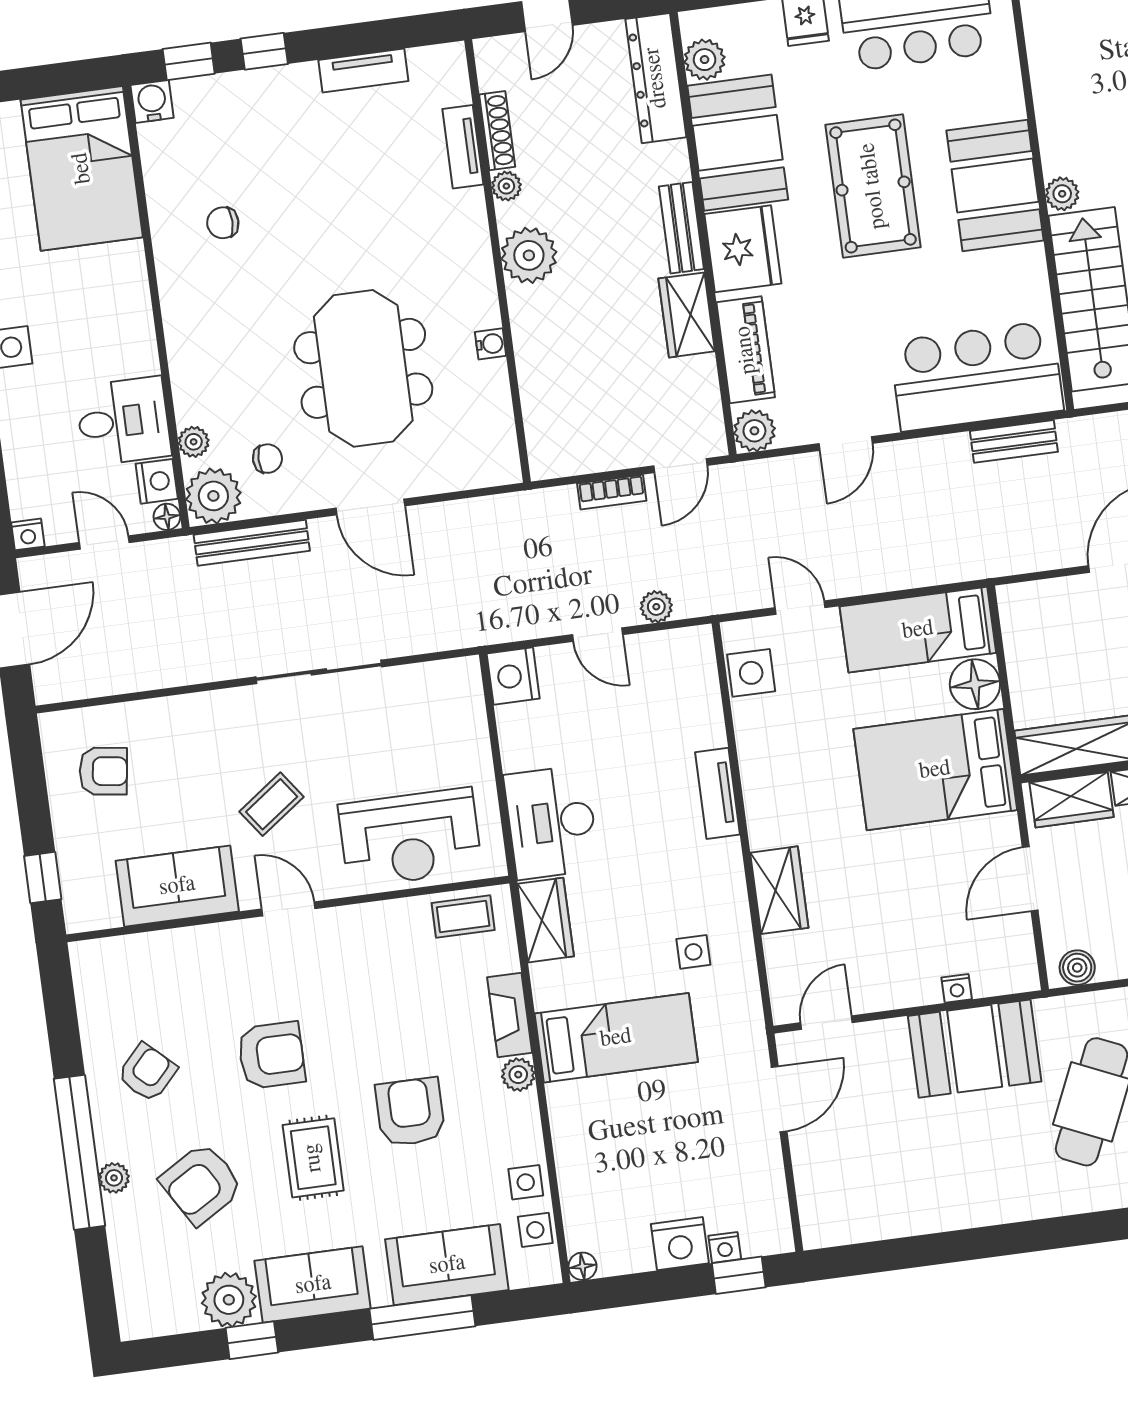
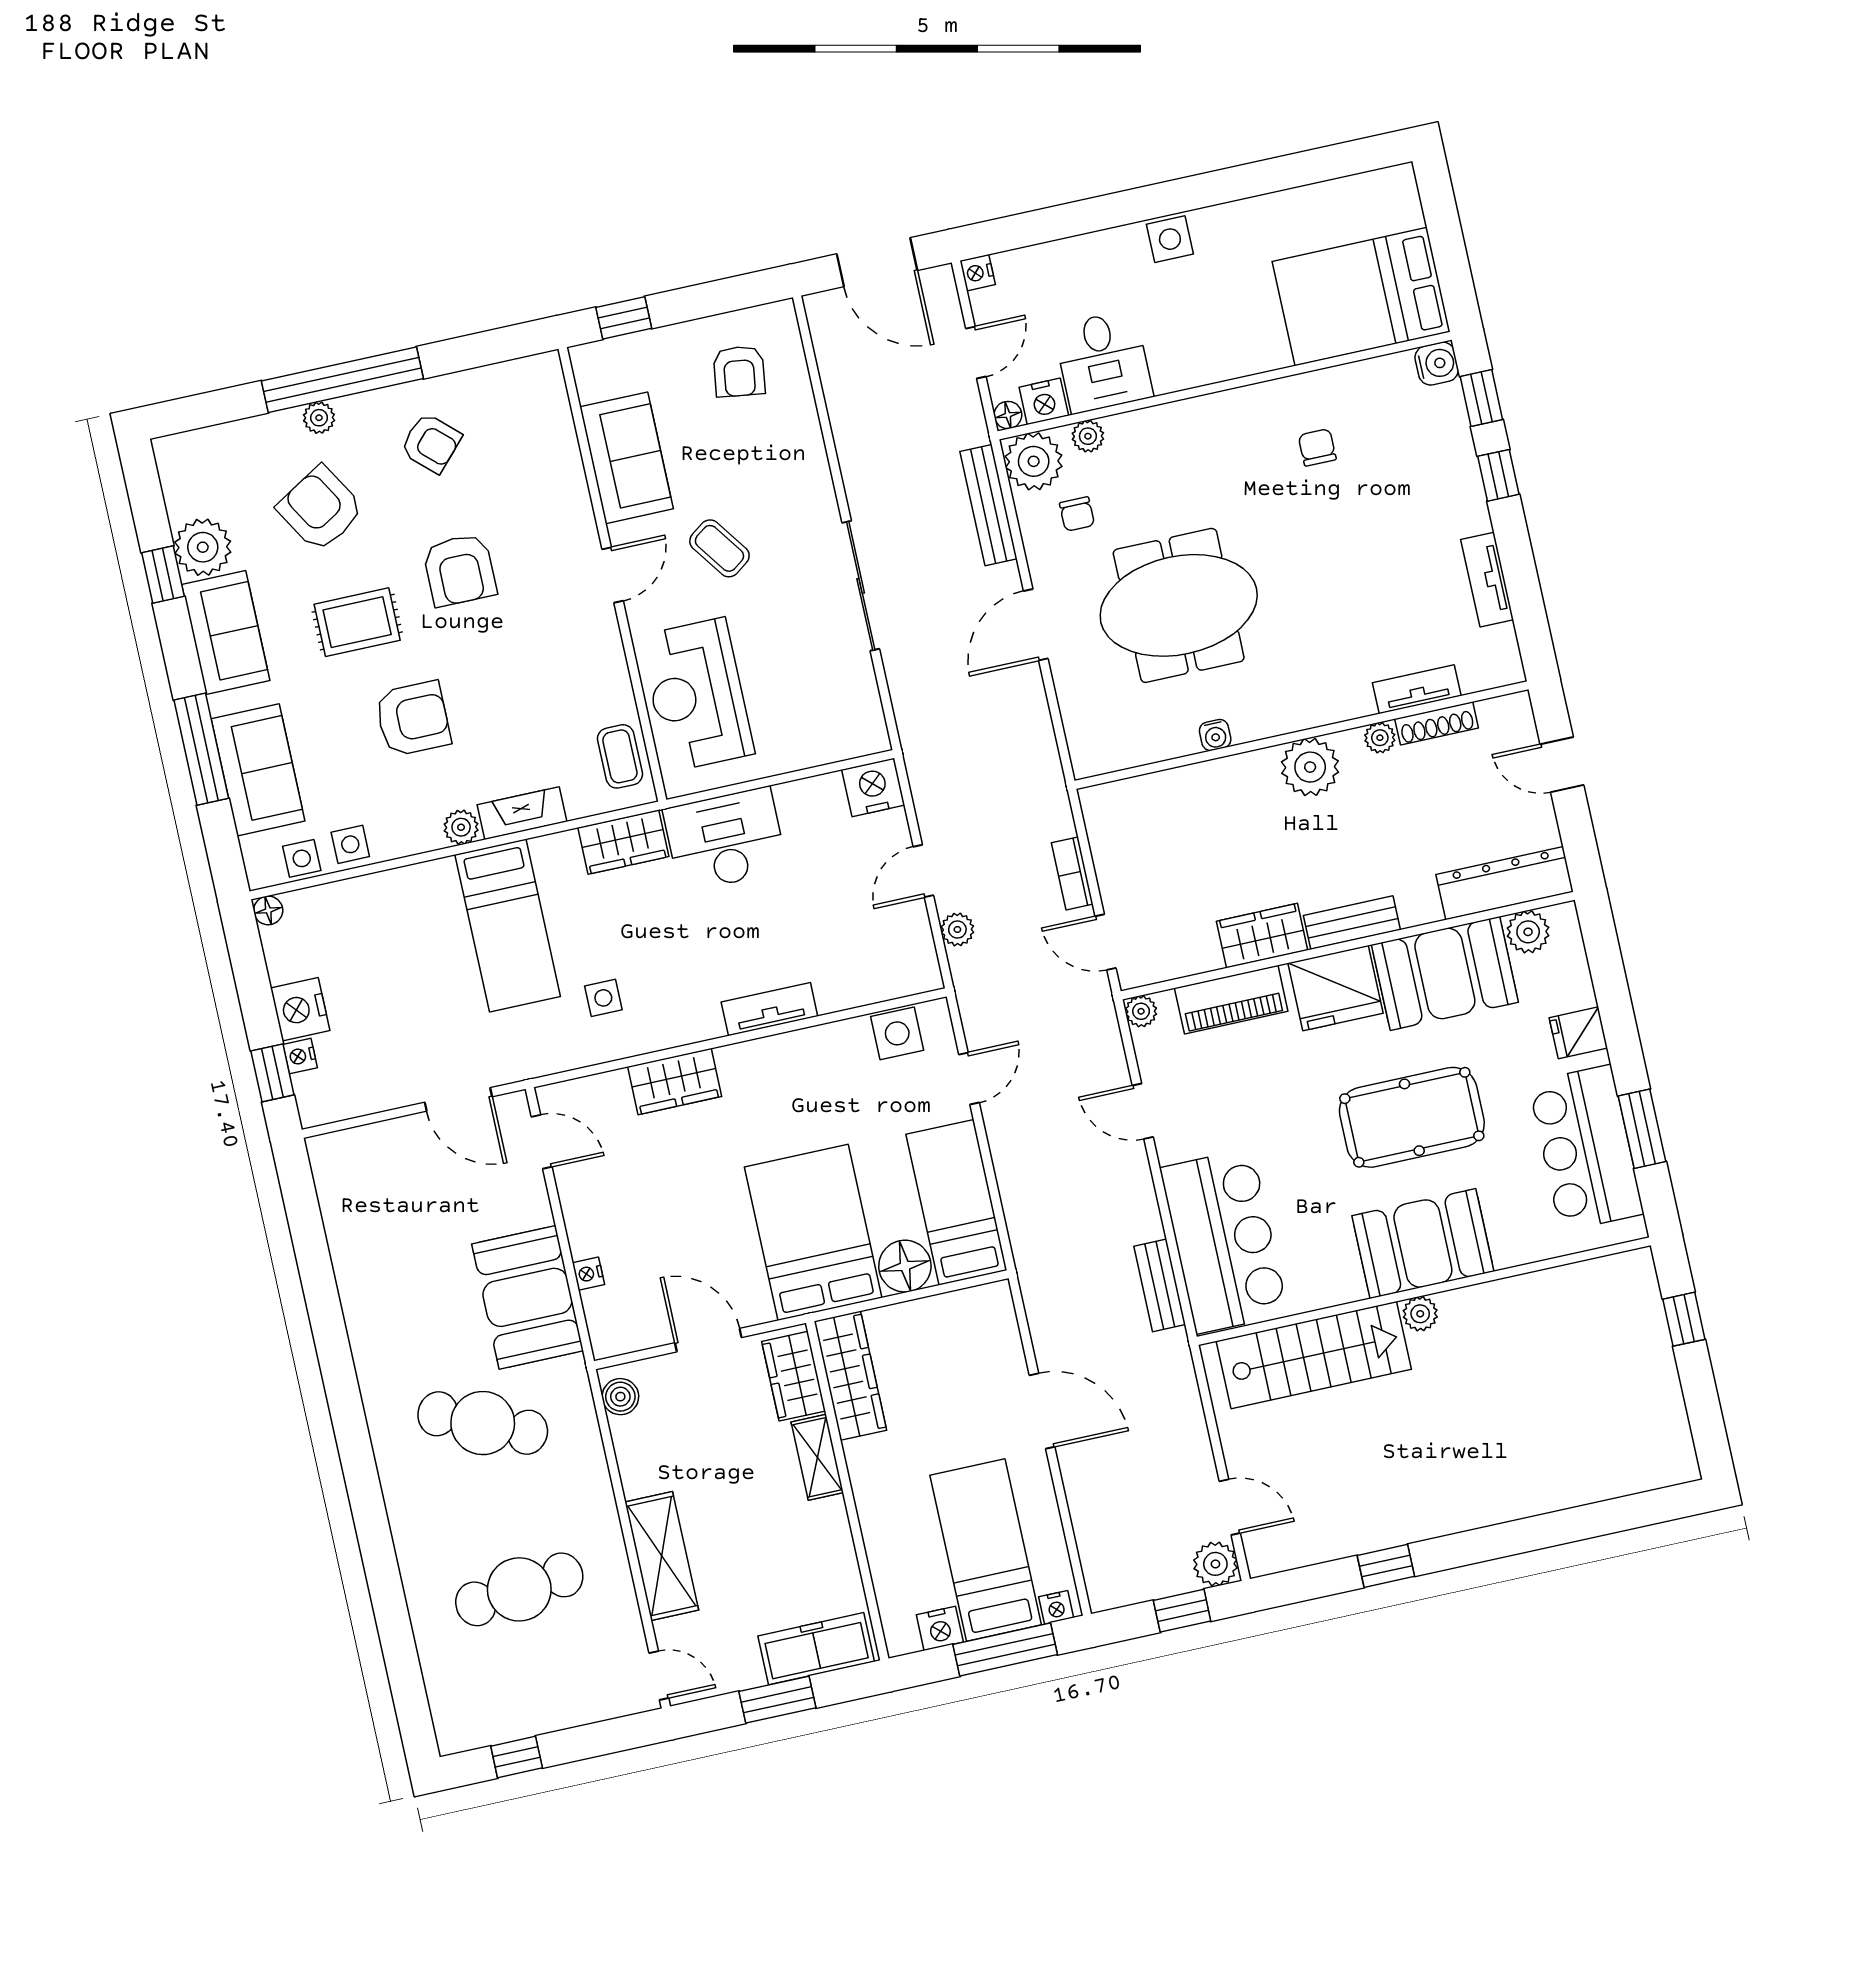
plant: (754, 431) -> (1141, 1011), width x0.73, depth x0.73

